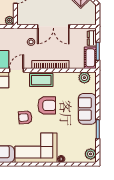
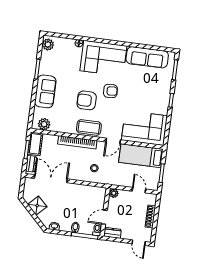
double door: (53, 26) -> (51, 179), moved

